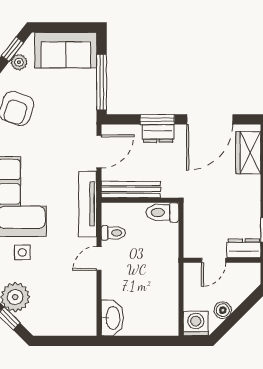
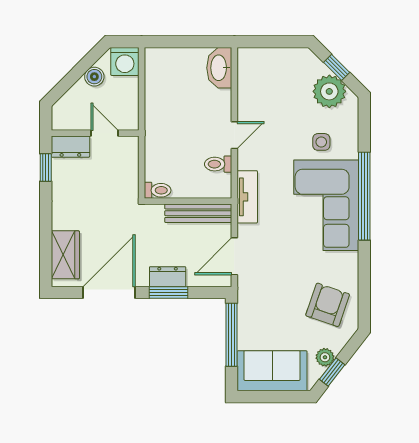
tv unit: (88, 204) -> (247, 197), width x0.71
toilet: (162, 212) -> (158, 190), width x0.73, depth x0.72
door: (214, 260) -> (105, 133), hinge flipped

